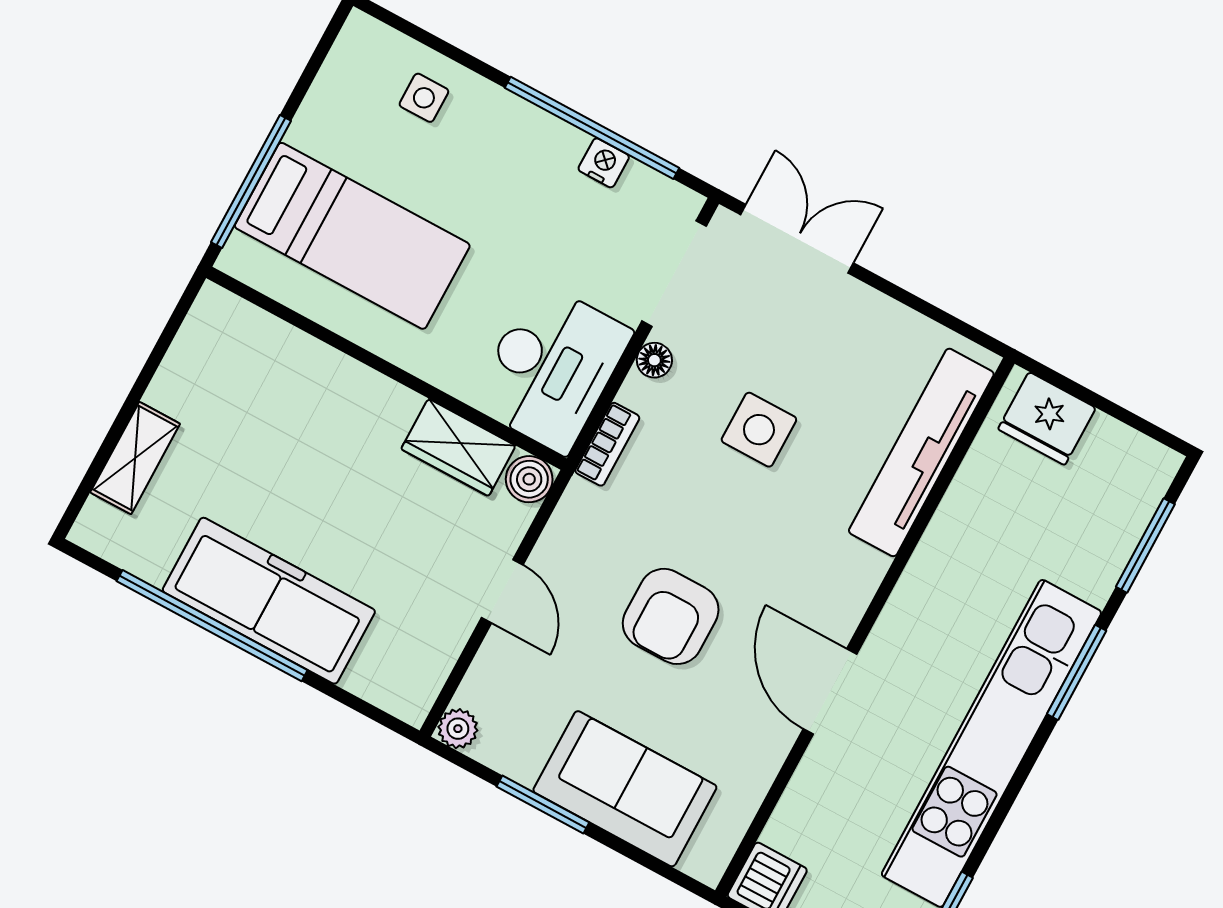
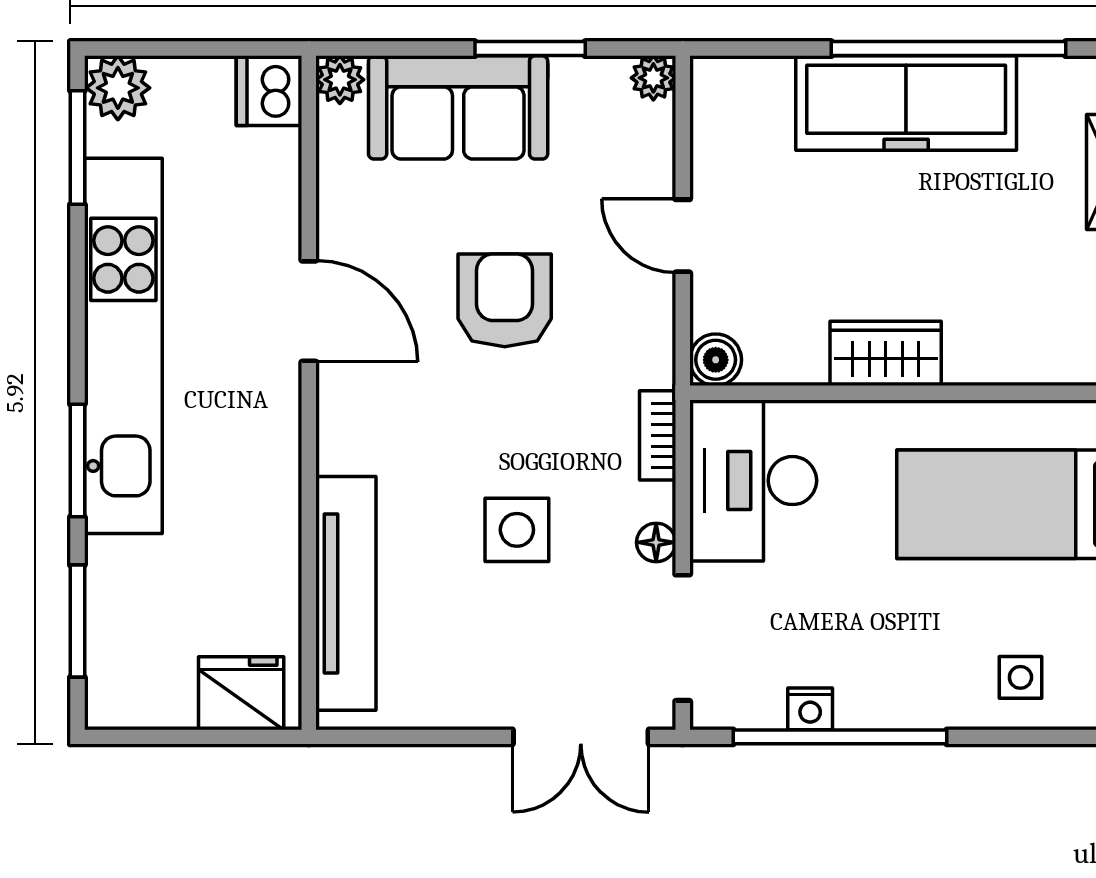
wardrobe: (458, 447) -> (886, 353), moved
plant: (706, 861) -> (340, 80), added

